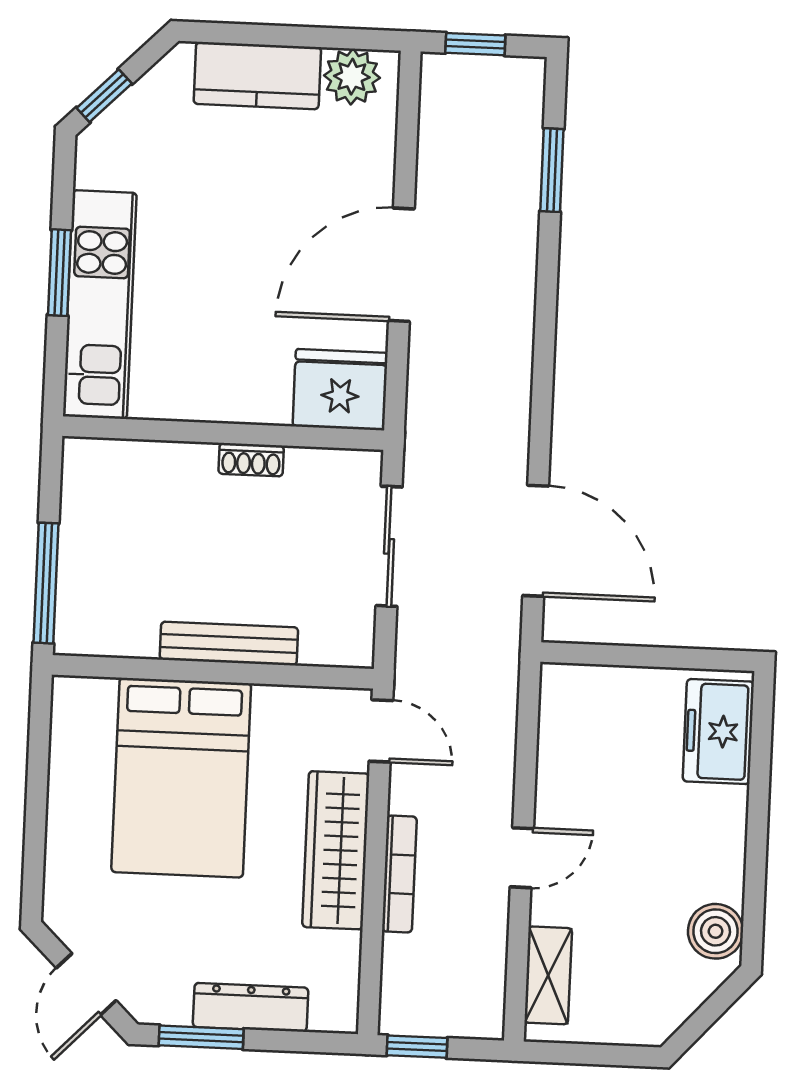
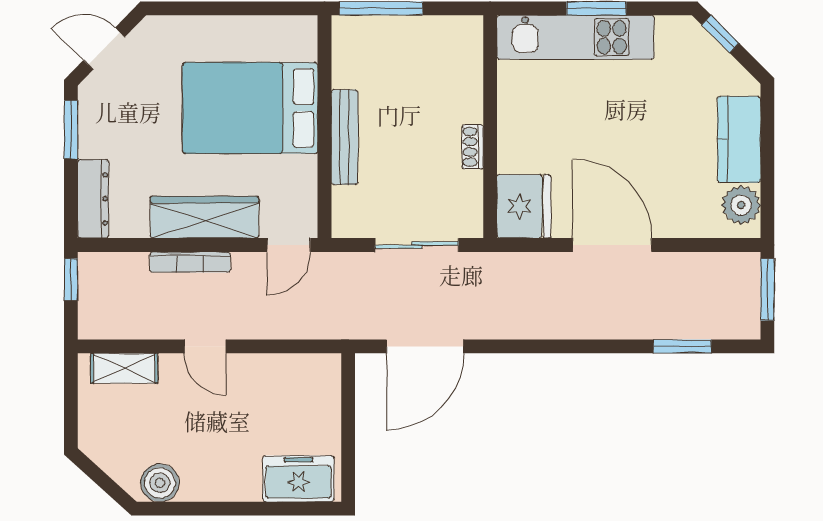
window: (475, 44) -> (767, 290), width x1.50
dresser: (251, 1007) -> (93, 199), moved

